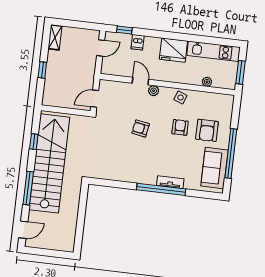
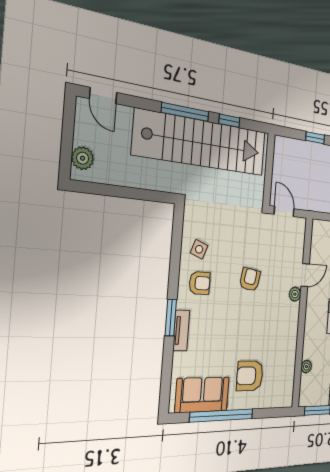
side table: (180, 97) -> (199, 249), moved
armchair: (180, 127) -> (200, 283), moved
window: (28, 188) -> (185, 112), moved
window: (161, 189) -> (171, 318), width x0.47
plant: (61, 244) -> (83, 158), added

